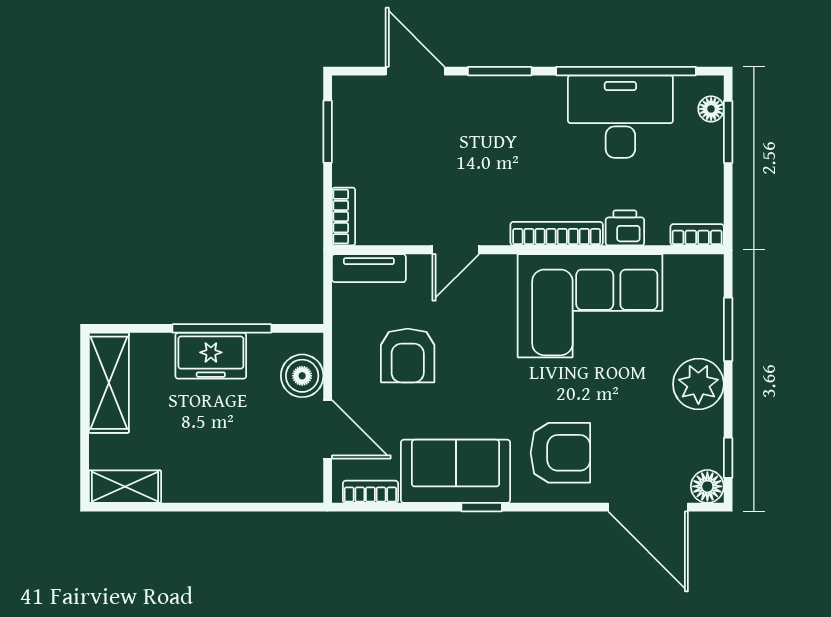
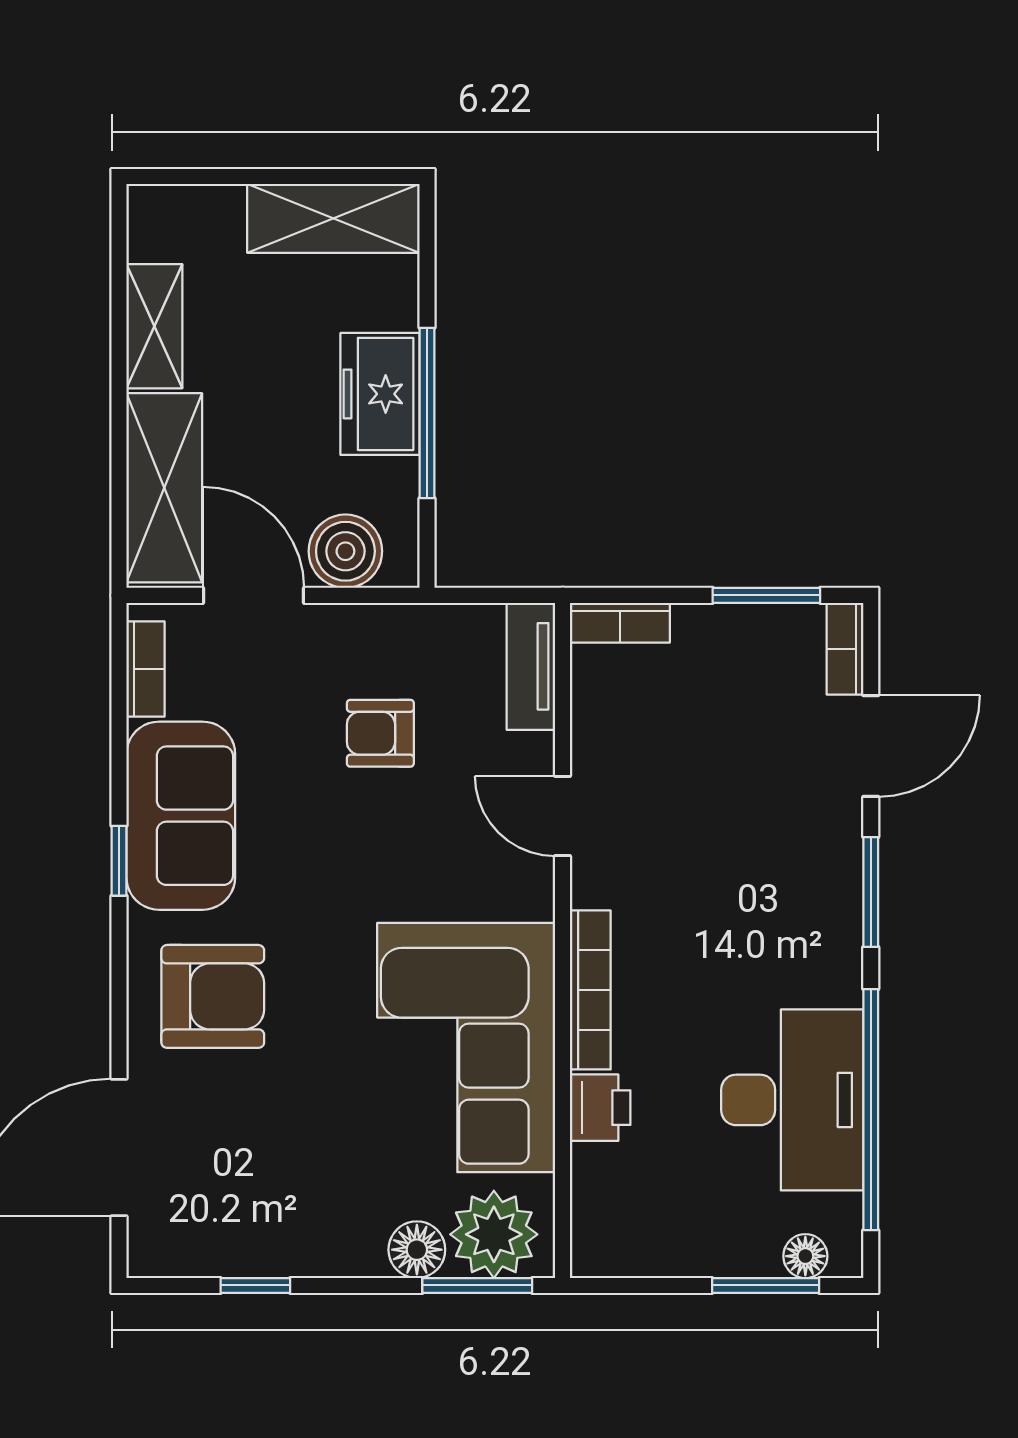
bookcase: (697, 235) -> (845, 649), moved, turned 180
window: (728, 329) -> (477, 1285), moved
armchair: (408, 356) -> (380, 733), width x0.72, depth x0.72
plant: (698, 384) -> (494, 1234), moved
door: (328, 429) -> (253, 595), swing flipped
armchair: (560, 453) -> (213, 996), turned -90
window: (728, 458) -> (255, 1285), moved
shelving: (265, 481) -> (164, 488), added
floor lamp: (707, 486) -> (417, 1250), moved
shelving: (125, 487) -> (154, 326), moved

